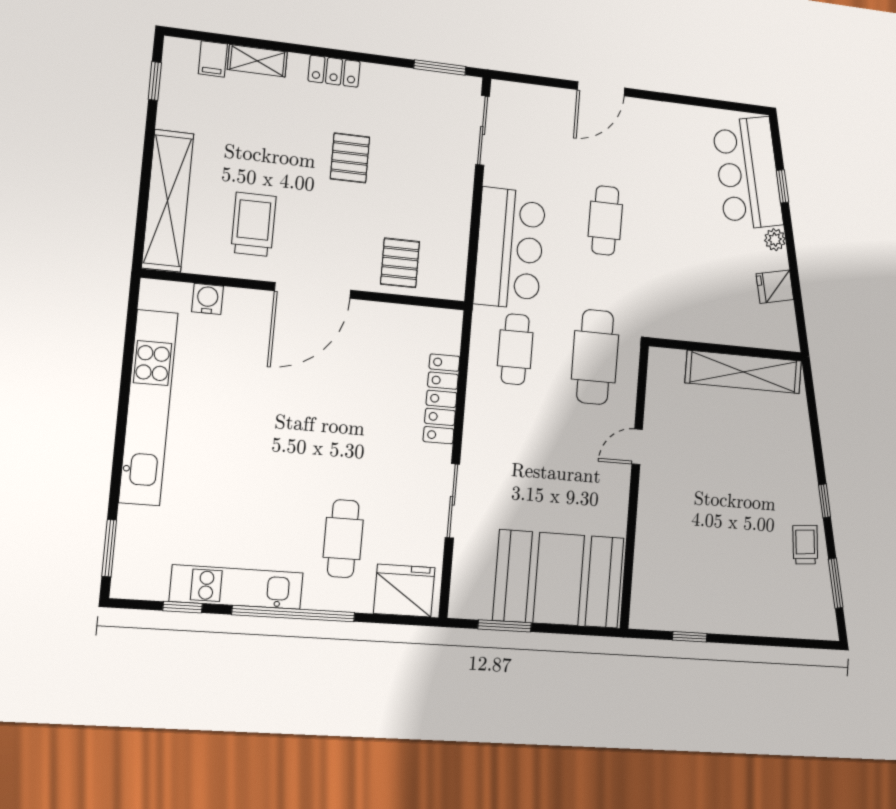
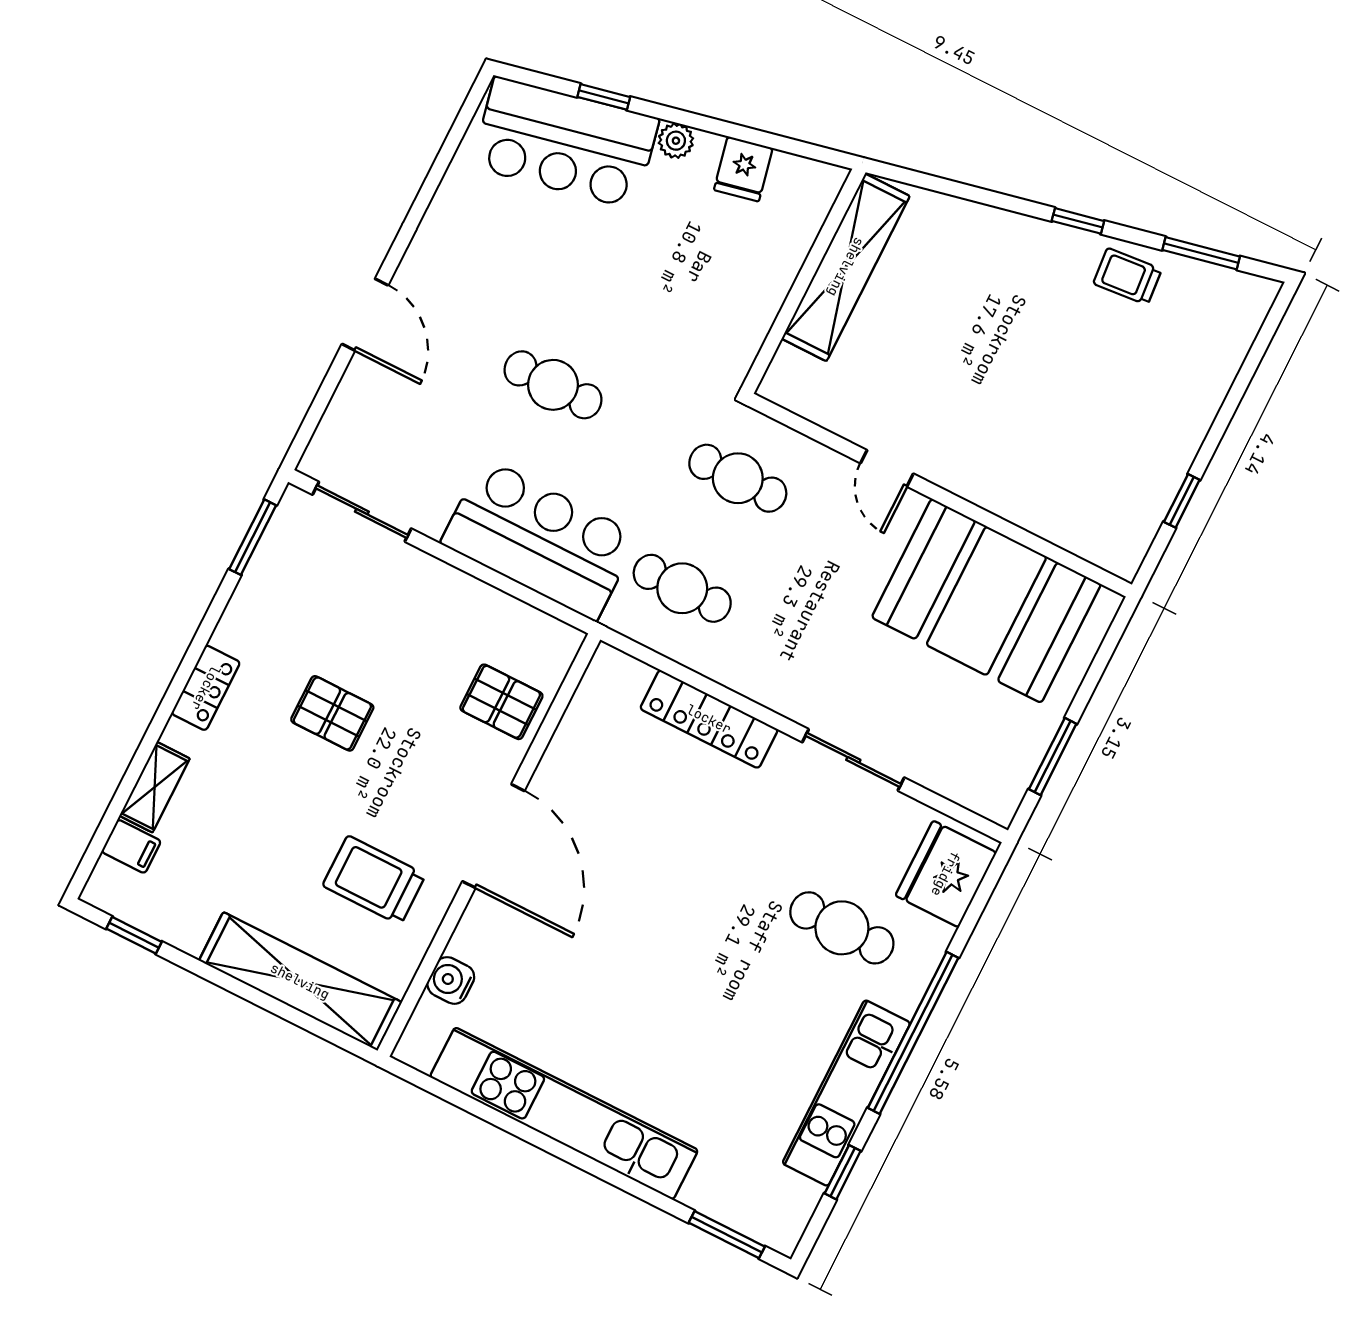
cafe table: (595, 357) -> (738, 478), width x0.73, depth x0.74
booth: (559, 579) -> (986, 601), moved, turned 90

